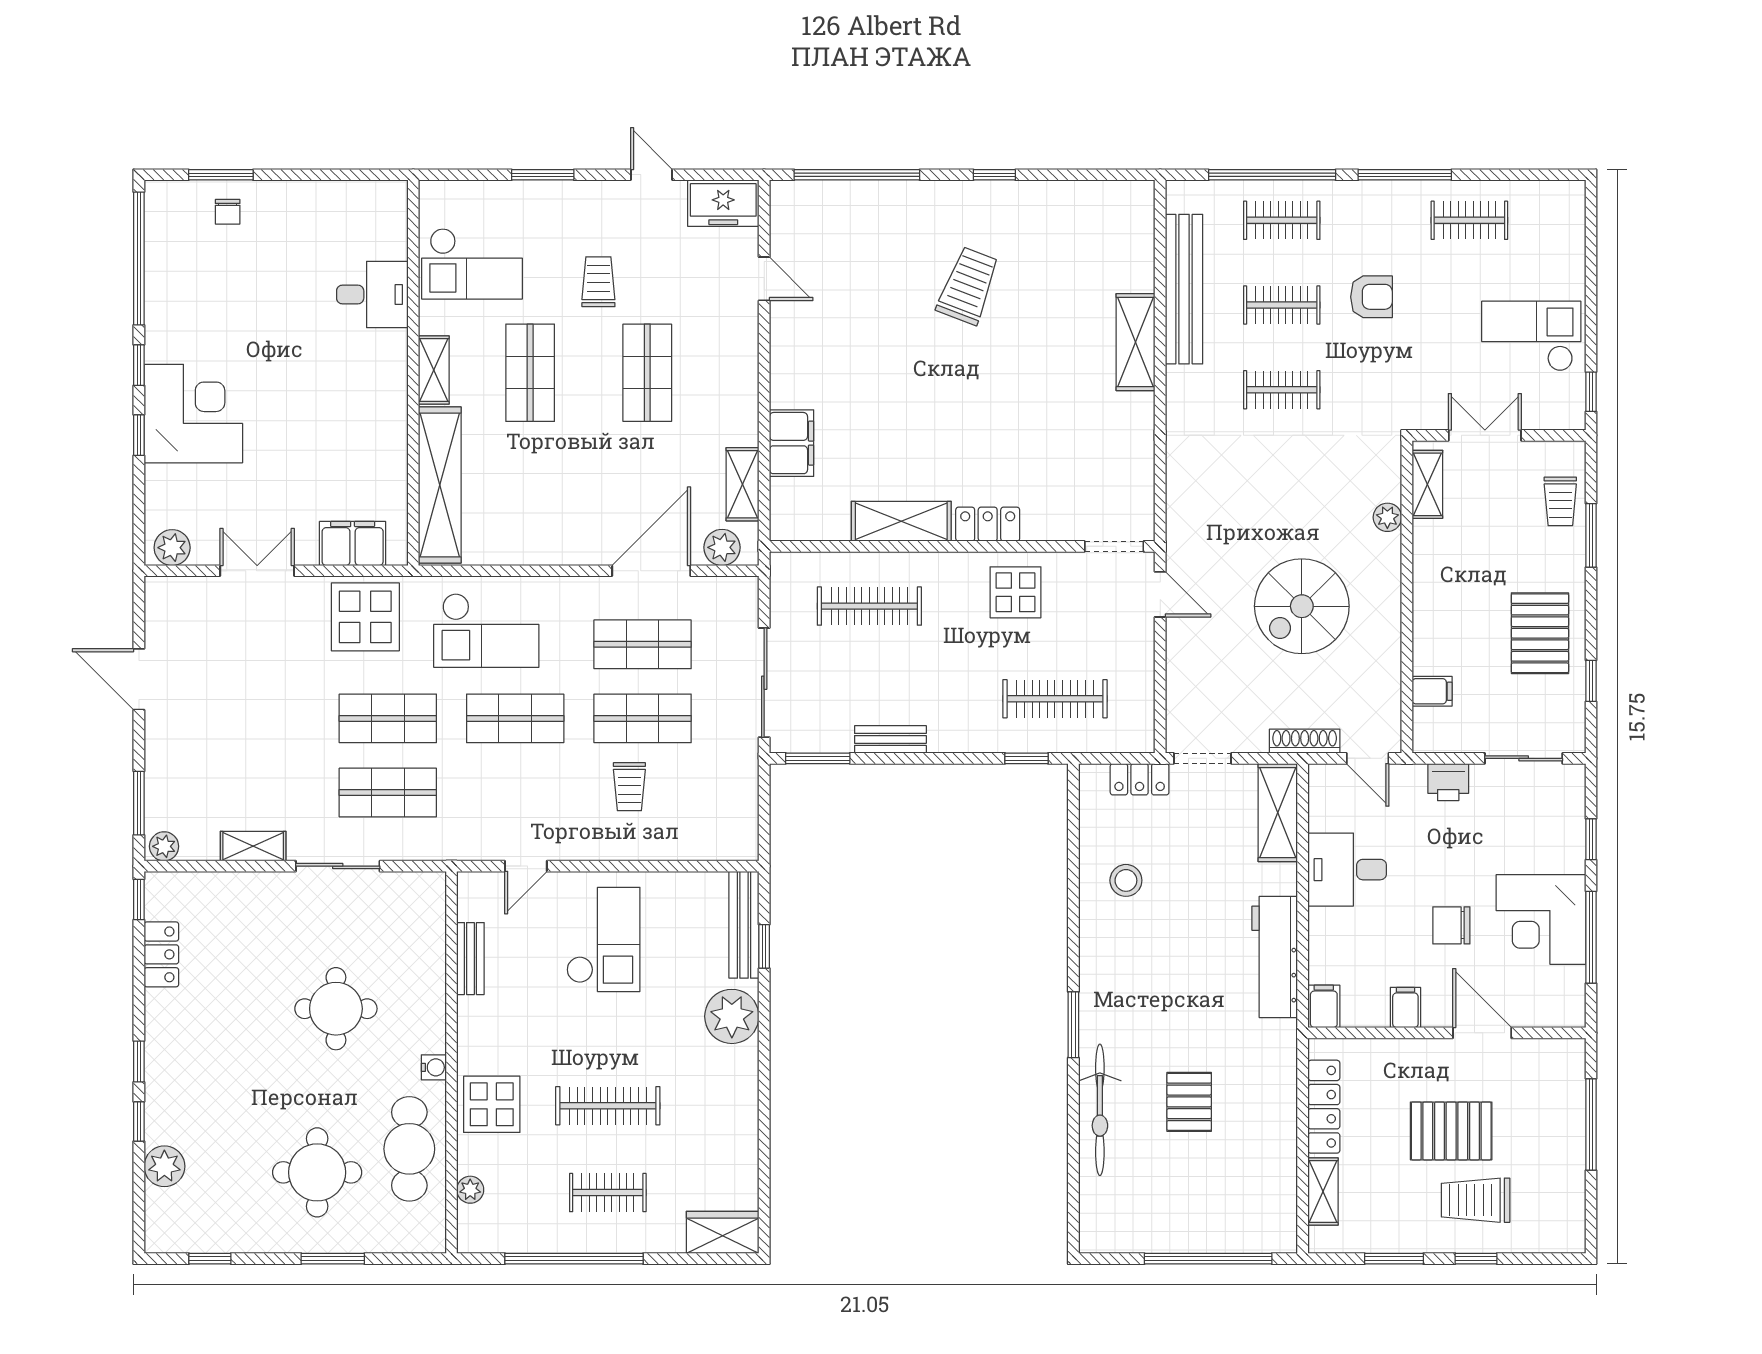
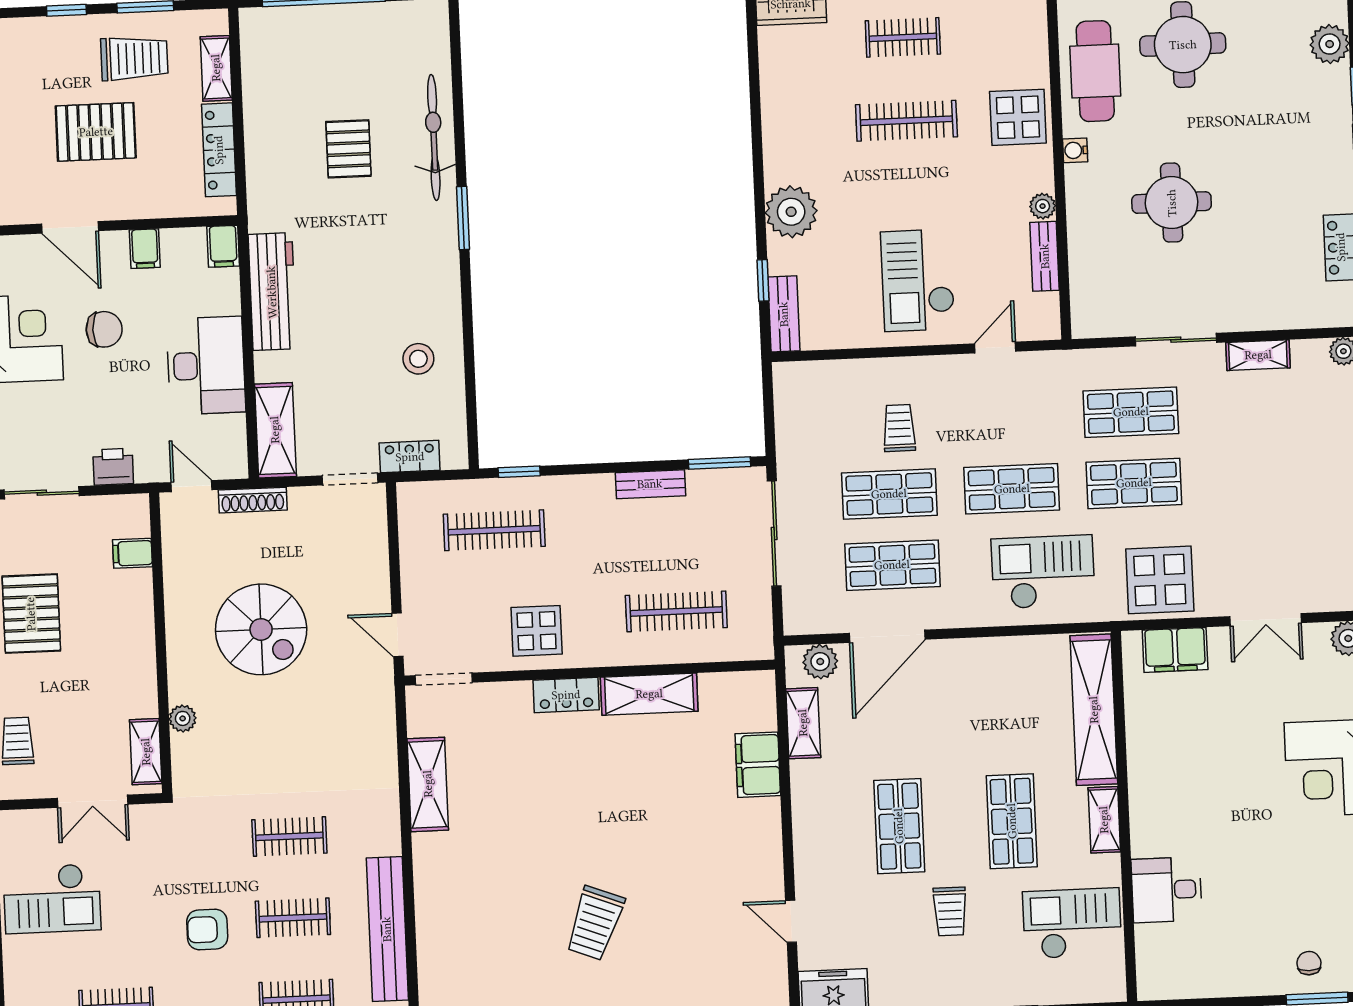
shelving: (1136, 342) -> (428, 784), moved
spiral stairs: (1302, 606) -> (261, 629), turned 90
desk: (1347, 870) -> (206, 365), width x1.37
bench: (744, 925) -> (784, 314), width x0.73
plant: (470, 1190) -> (1043, 206), moved
trolley: (1476, 1200) -> (134, 58), moved

